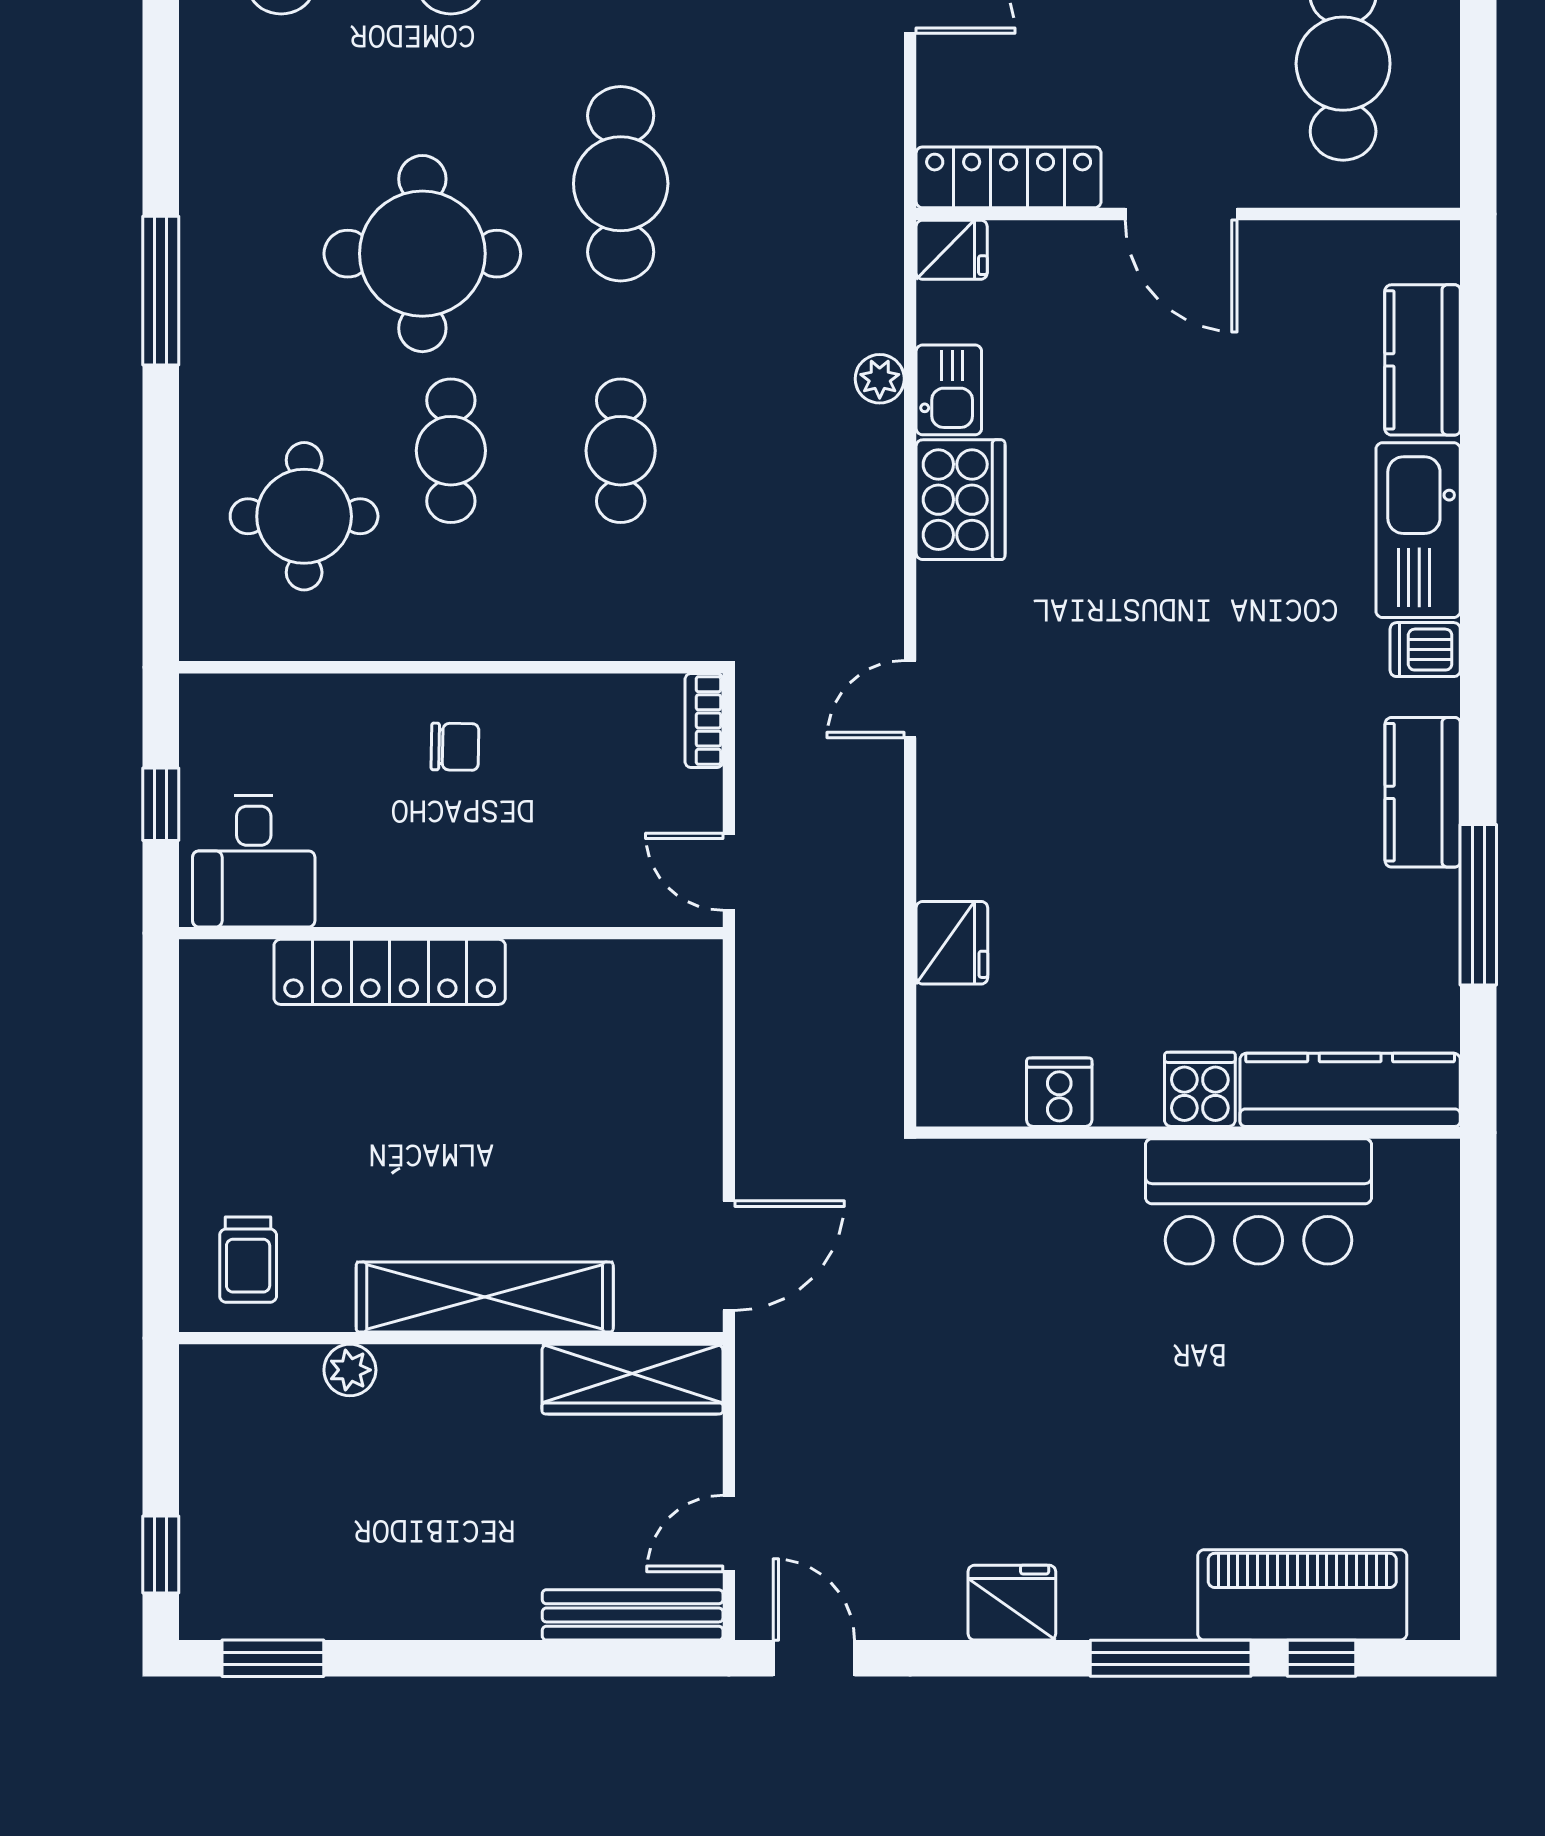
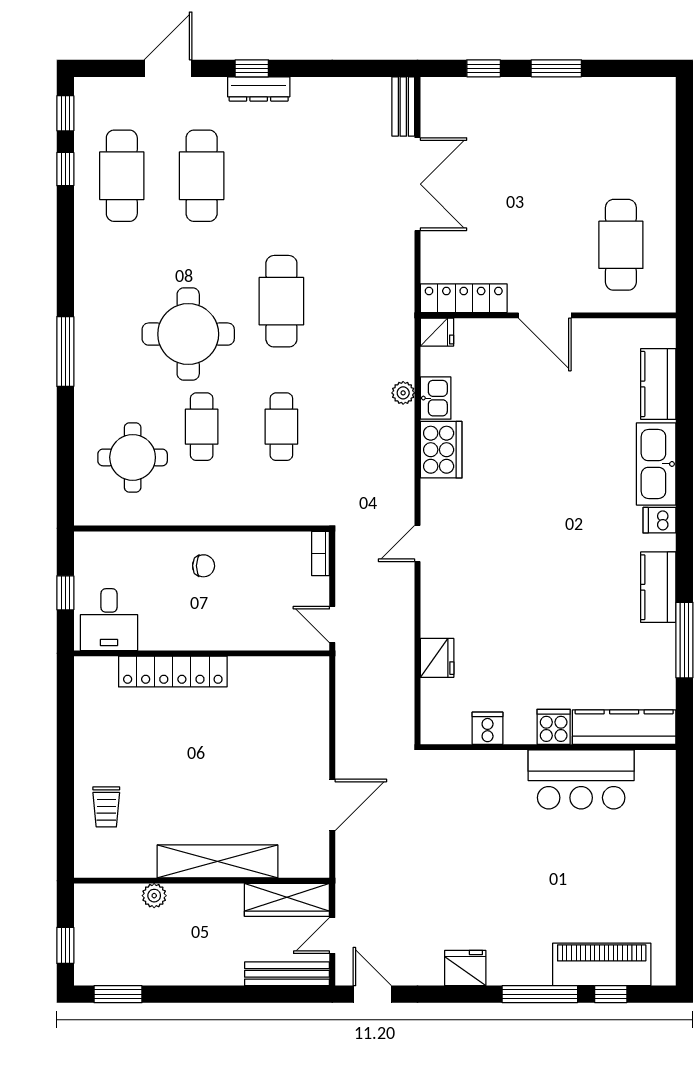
shelving: (485, 1297) -> (217, 861), moved
wall: (451, 1338) -> (202, 881), moved
plant: (350, 1370) -> (154, 896), moved
wardrobe: (632, 1379) -> (287, 900), moved

